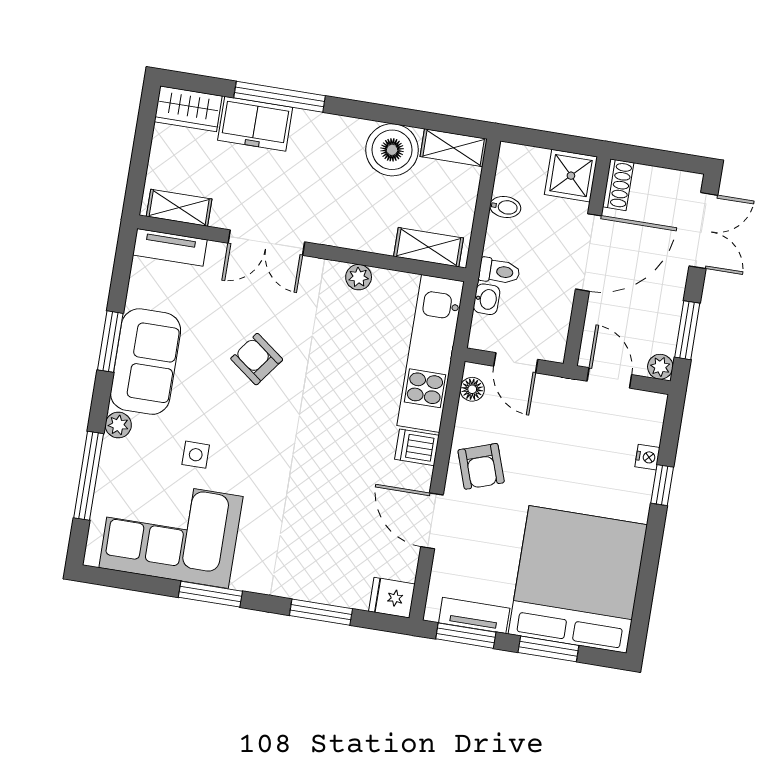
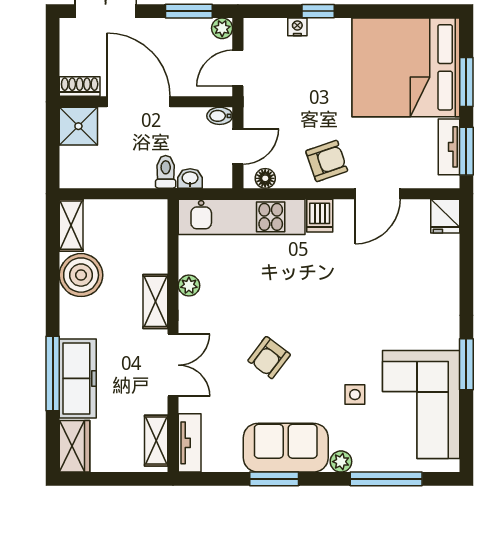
freezer: (255, 124) -> (78, 378), width x1.40
bidet: (505, 207) -> (220, 116), moved, turned -90
shelving: (429, 247) -> (155, 301), moved
window: (321, 612) -> (466, 272), removed

